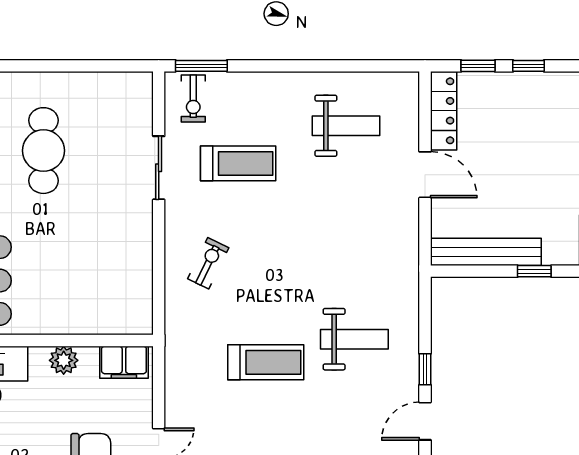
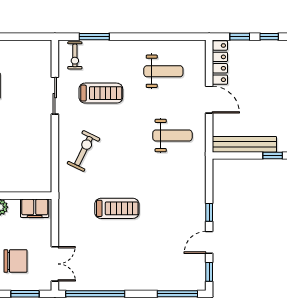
window: (201, 66) -> (94, 37), moved
exercise bike: (208, 263) -> (84, 151), width x1.38, depth x1.39
weight bench: (354, 339) -> (172, 136), moved

